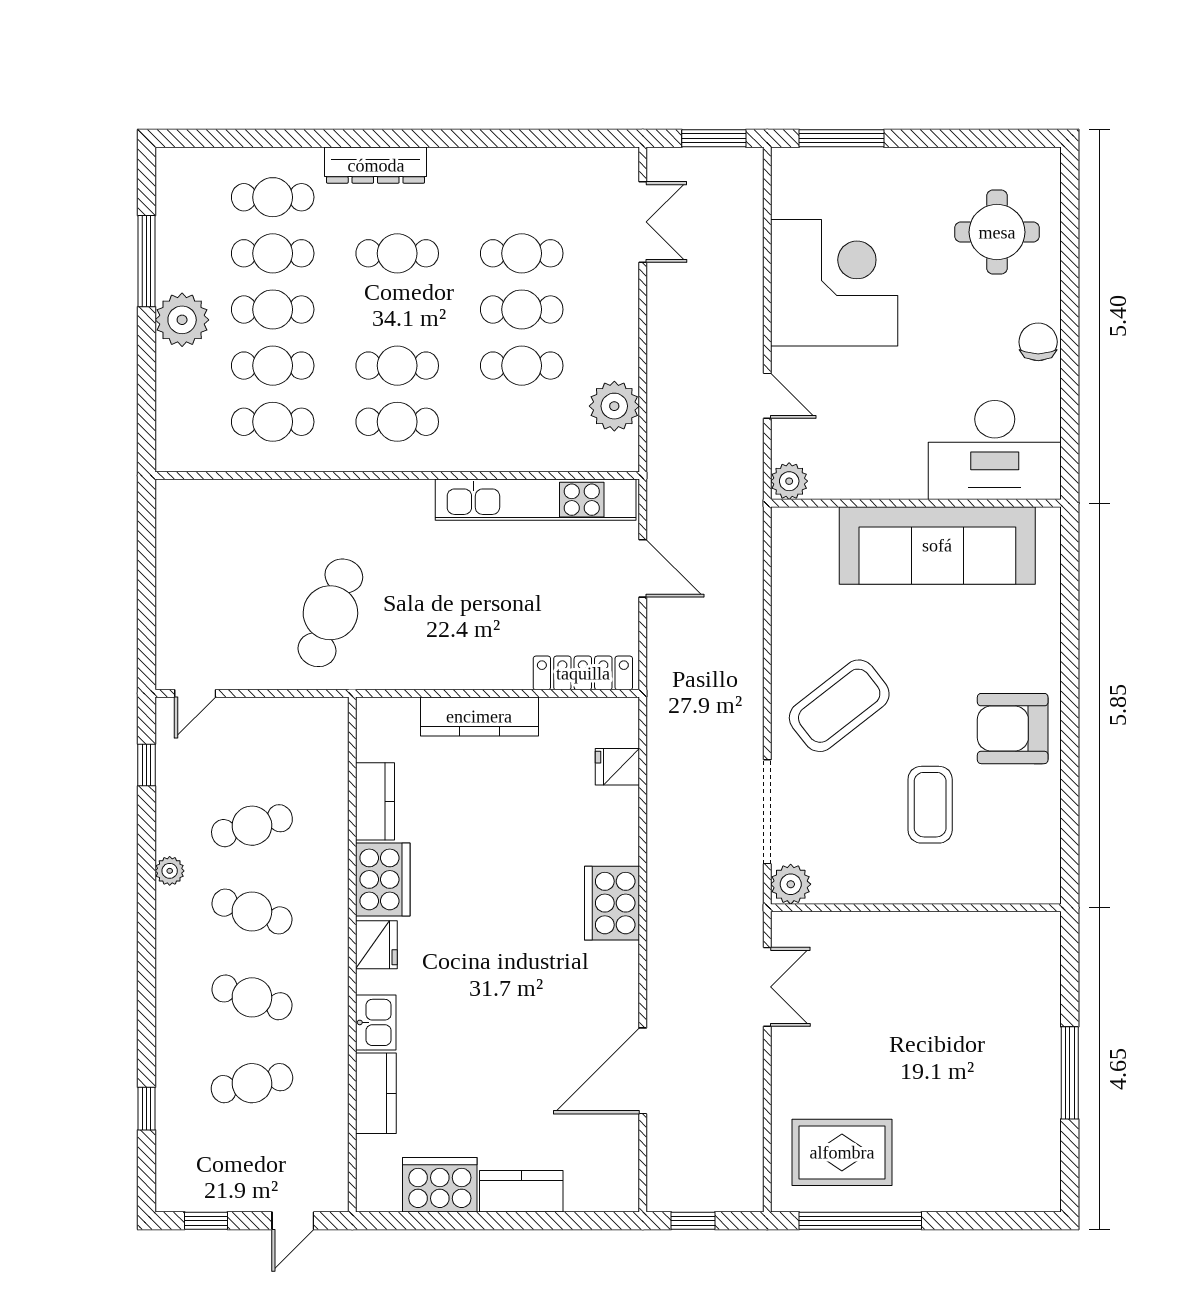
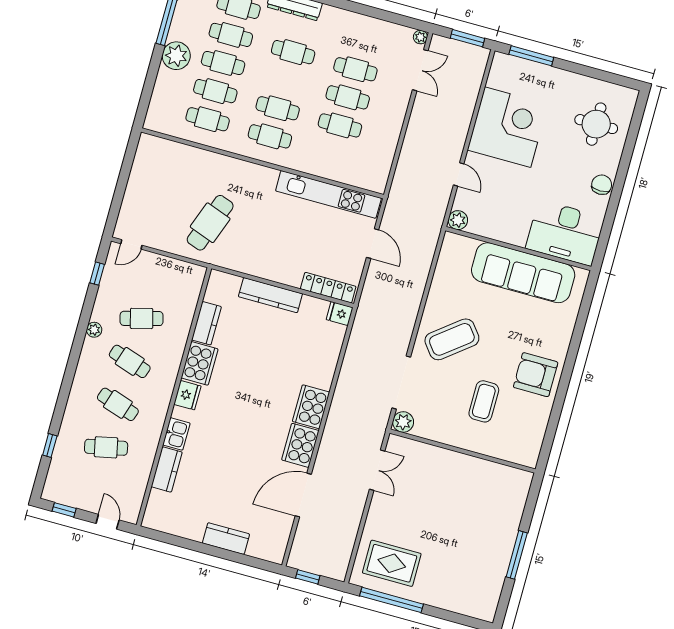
plant: (614, 406) -> (420, 37), moved, width x0.53, depth x0.53
fridge: (617, 767) -> (340, 314), moved
cooker: (440, 1185) -> (300, 445), moved, turned -90
door: (293, 1221) -> (108, 522), swing flipped

